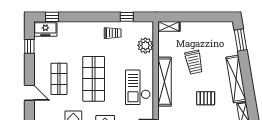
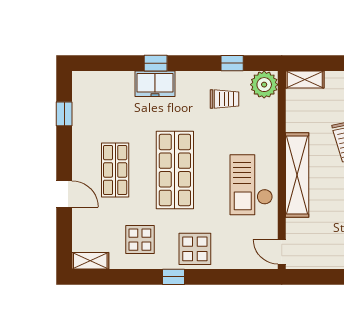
window: (52, 17) -> (156, 63), moved
freezer: (45, 29) -> (155, 84), moved
trolley: (113, 33) -> (225, 99), moved
plant: (145, 45) -> (264, 85), moved

